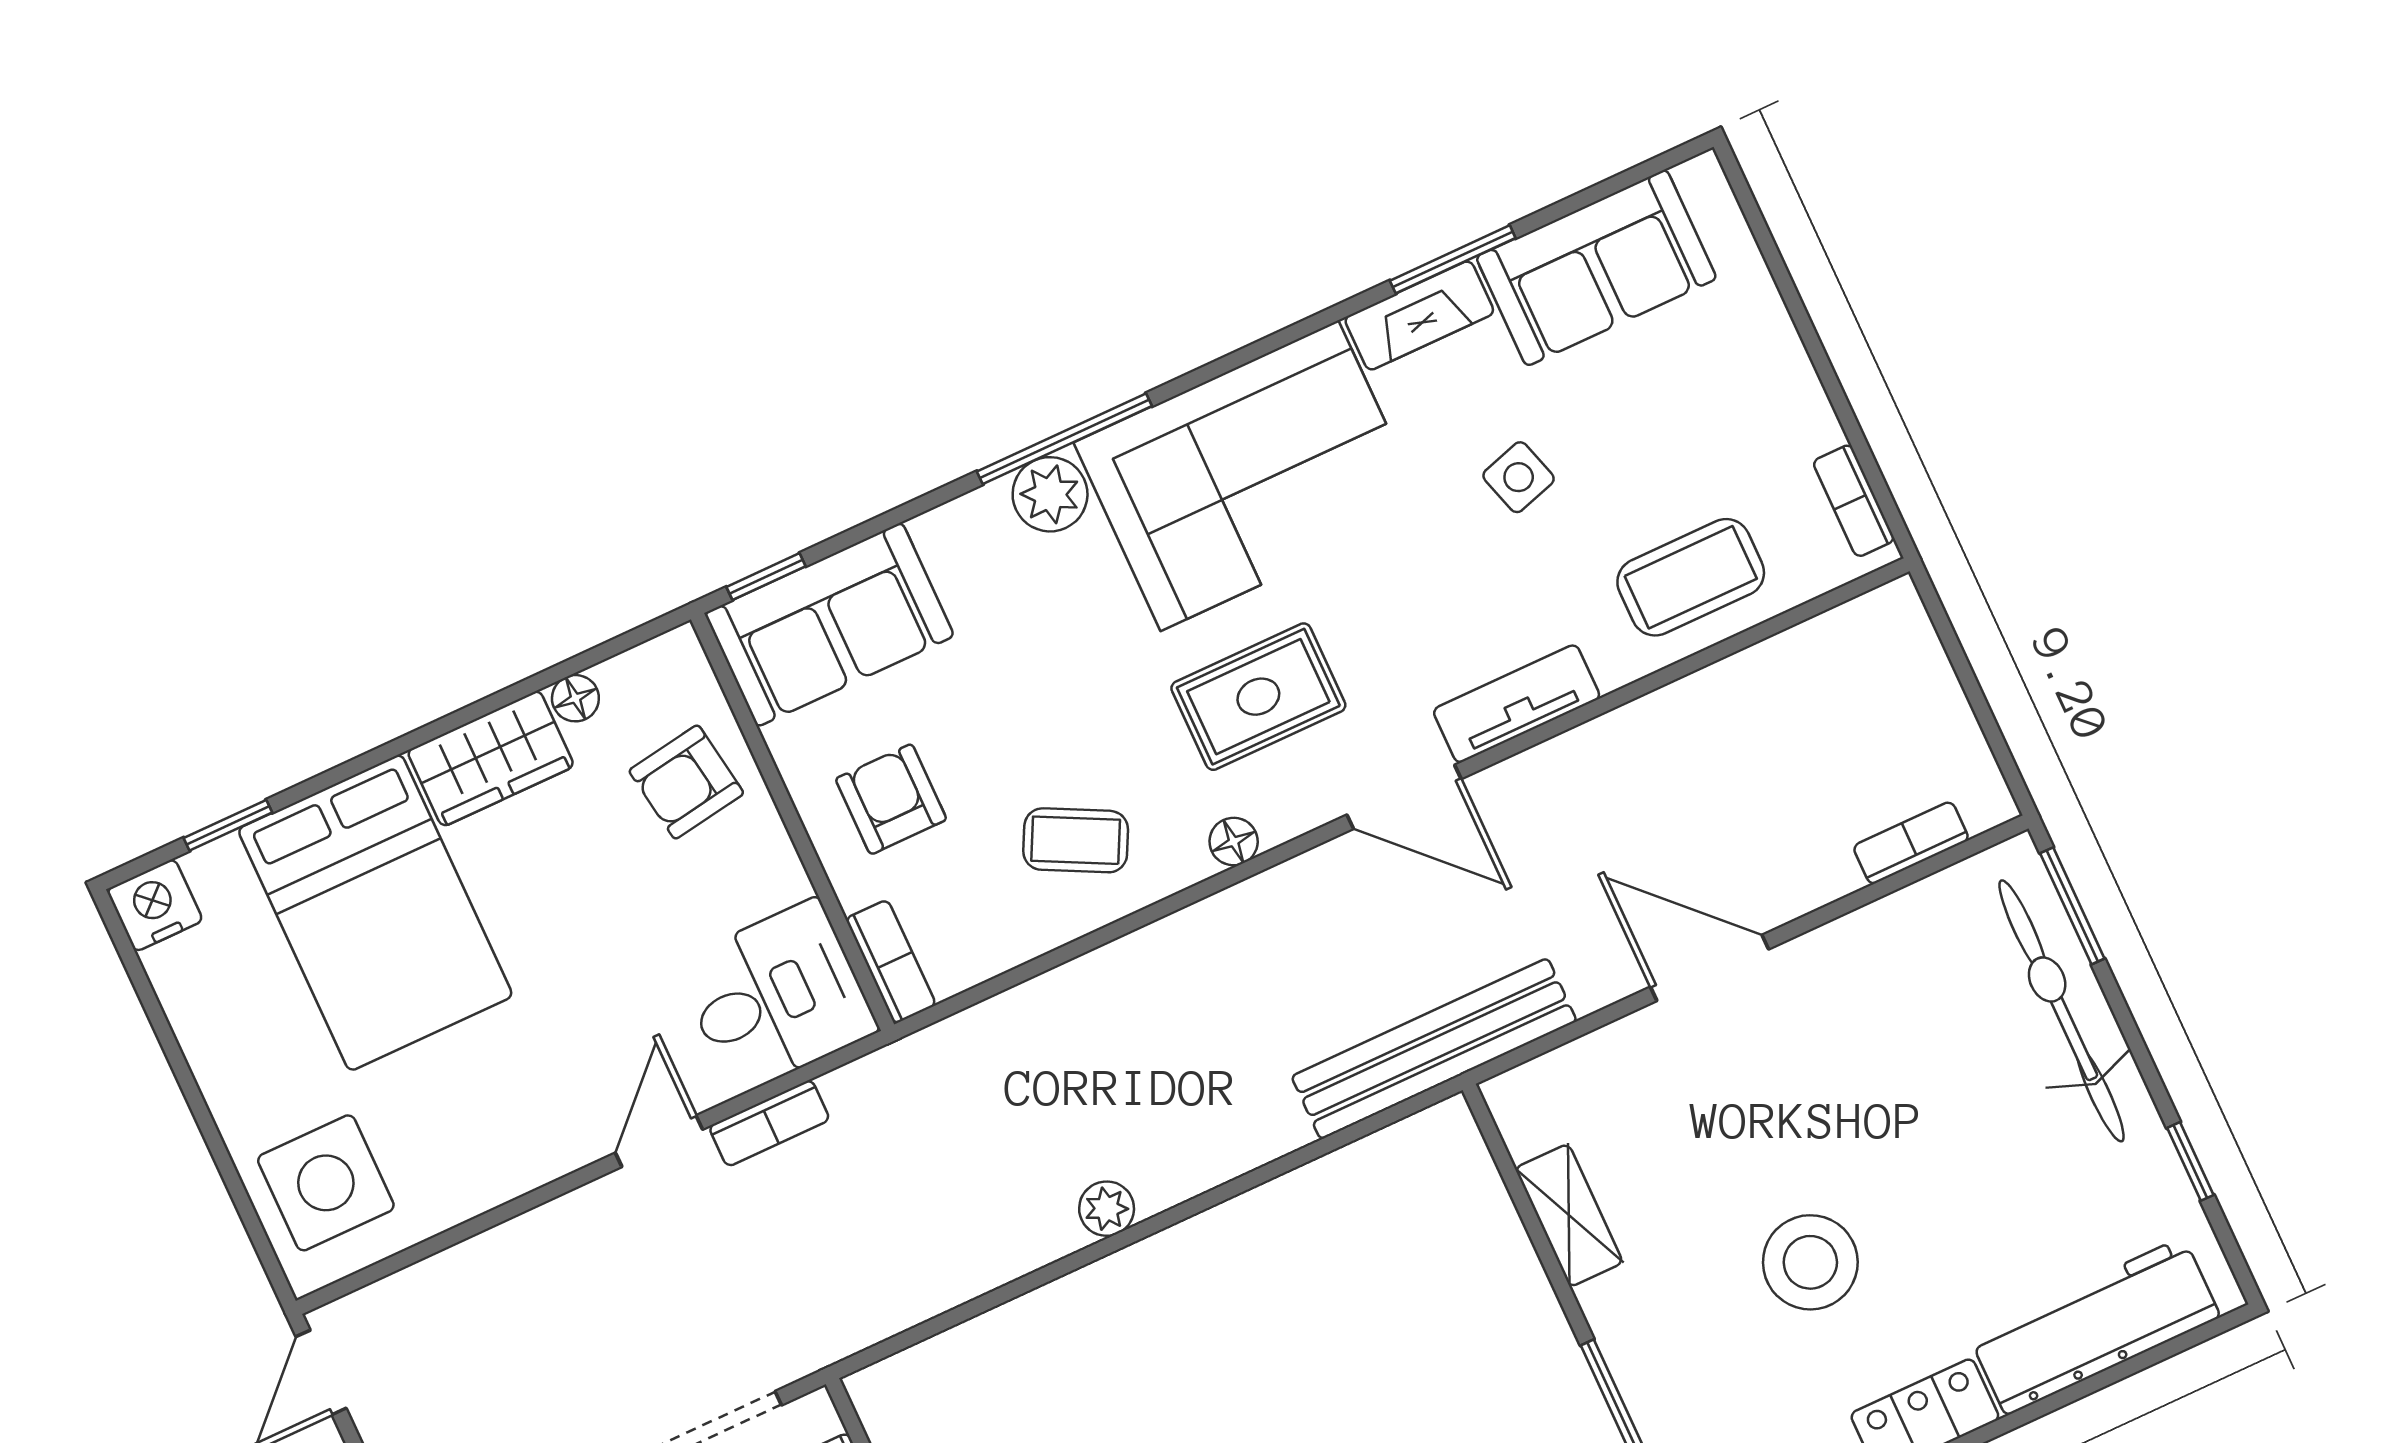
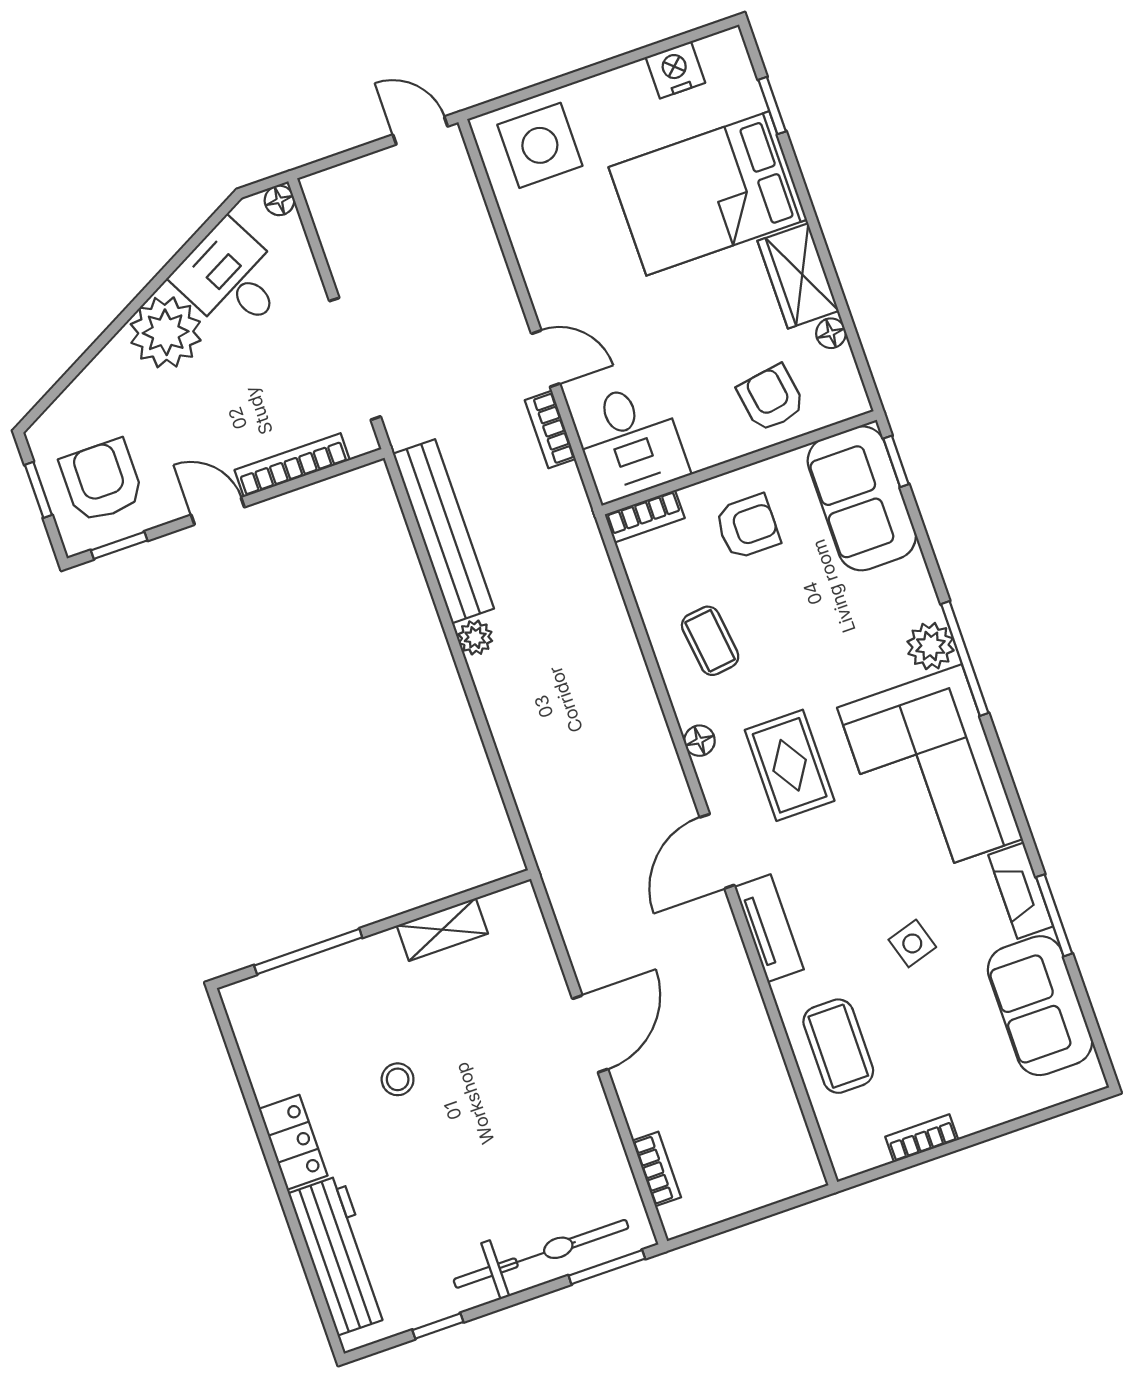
bookcase: (1854, 501) -> (922, 1138), moved
coffee table: (1076, 840) -> (710, 641), turned -34
nightstand: (155, 905) -> (675, 70), moved, turned -90
bench: (1434, 1049) -> (443, 531), moved
stool: (1810, 1262) -> (398, 1079), width x0.53, depth x0.53

